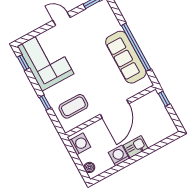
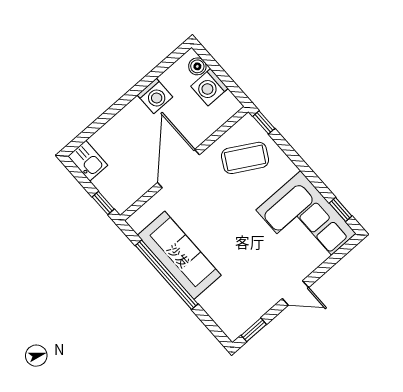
window: (45, 103) -> (264, 122), moved
coffee table: (73, 106) -> (245, 158), turned 30
washing machine: (80, 144) -> (209, 87), moved
kitchen sink: (136, 147) -> (88, 161), moved, turned -90

